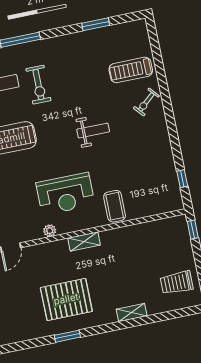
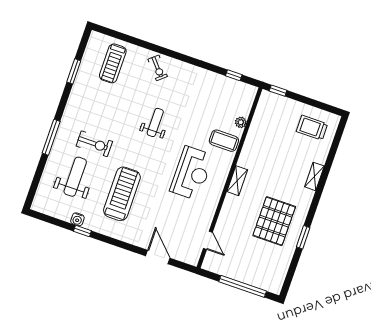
treadmill: (131, 70) -> (113, 63), moved
plant: (50, 231) -> (241, 122), moved
trolley: (177, 283) -> (312, 128), turned 90

